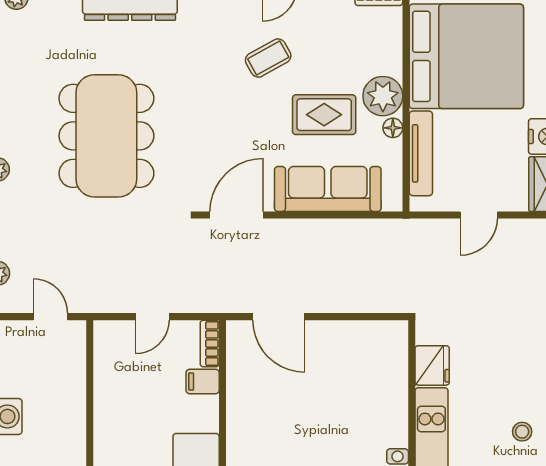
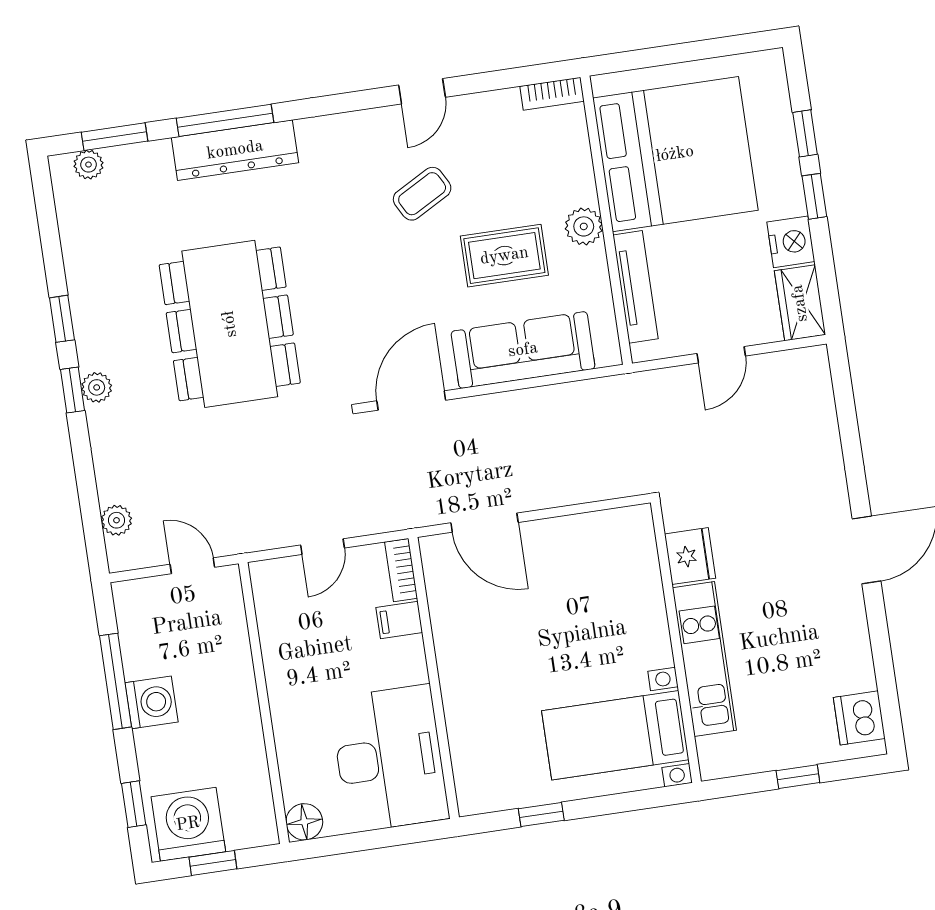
plant: (383, 96) -> (584, 226), width x0.73, depth x0.73
floor lamp: (393, 128) -> (595, 259), removed
stool: (522, 432) -> (818, 624), removed

